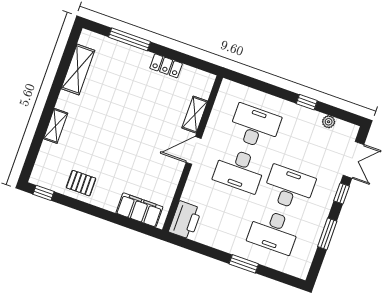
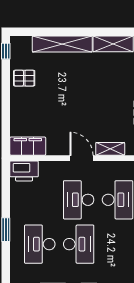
shelving: (56, 126) -> (62, 44), width x2.20, depth x1.33
pallet: (81, 183) -> (24, 78), turned 90
filing cabinet: (139, 210) -> (28, 146), moved, turned -90

